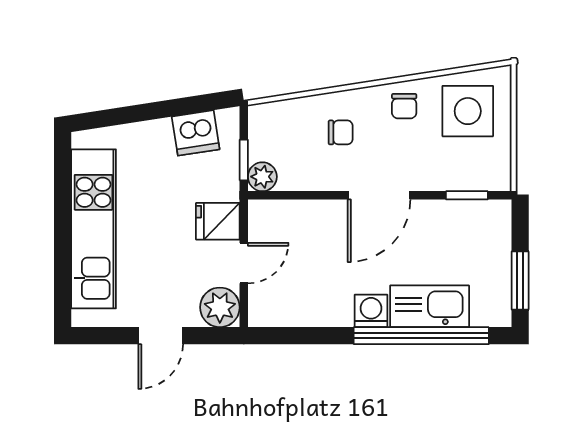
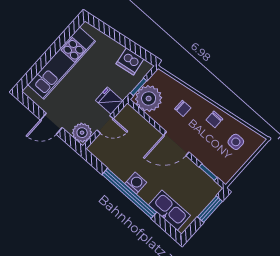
side table: (468, 111) -> (236, 142), width x0.54, depth x0.54
plant: (262, 177) -> (149, 98), width x1.87, depth x1.87
window: (520, 280) -> (210, 209), moved
kitchen sink: (430, 306) -> (170, 210), moved
window: (421, 336) -> (129, 193), moved

